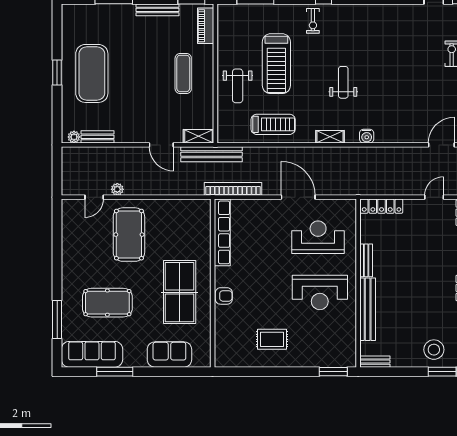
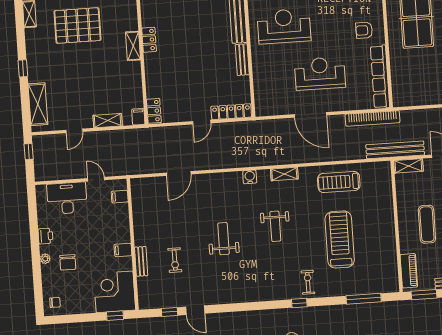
weight bench: (238, 86) -> (223, 239), moved
door: (434, 197) -> (202, 122), moved
reception desk: (318, 237) -> (320, 73), moved, turned 180
armchair: (224, 296) -> (364, 30), moved

